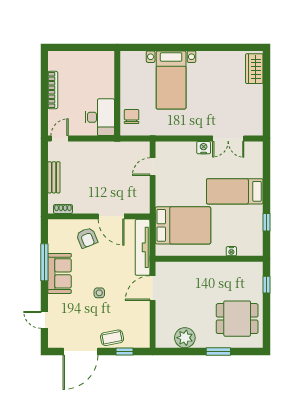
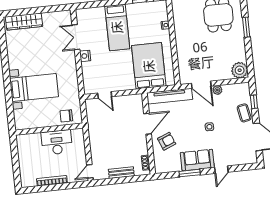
wardrobe: (254, 69) -> (24, 22), width x1.50
desk: (100, 117) -> (57, 142), moved
door: (60, 139) -> (90, 171), hinge flipped
double door: (228, 139) -> (76, 37), swing flipped
window: (44, 262) -> (190, 173), width x0.69
plant: (144, 308) -> (217, 90), added
door: (44, 320) -> (221, 170), moved
plant: (185, 338) -> (240, 70), moved

